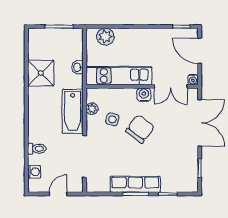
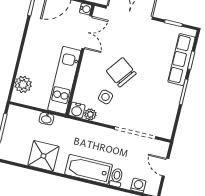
water cooler: (144, 95) -> (77, 110), moved, turned -90
bathtub: (73, 111) -> (89, 169), moved, turned 180
row of seats: (135, 184) -> (182, 60), moved

